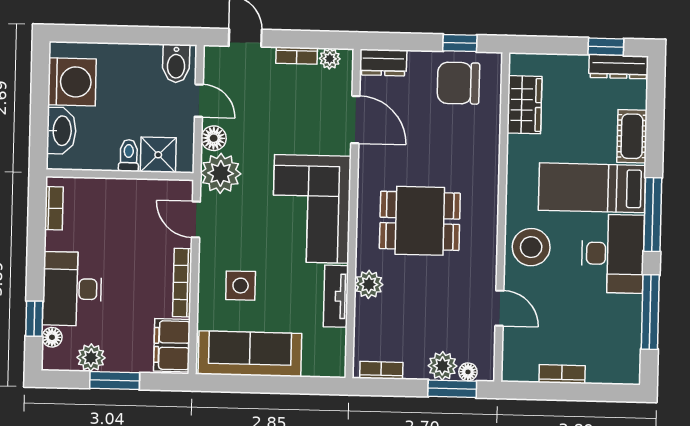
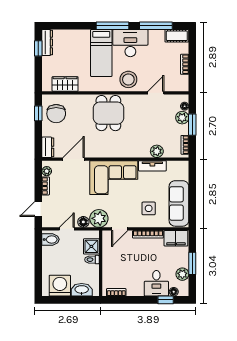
cot: (632, 136) -> (177, 36), moved
dining table: (420, 221) -> (108, 113), moved
plant: (369, 284) -> (157, 151), moved
desk: (72, 289) -> (156, 283), width x0.73
window: (452, 389) -> (192, 125), moved

